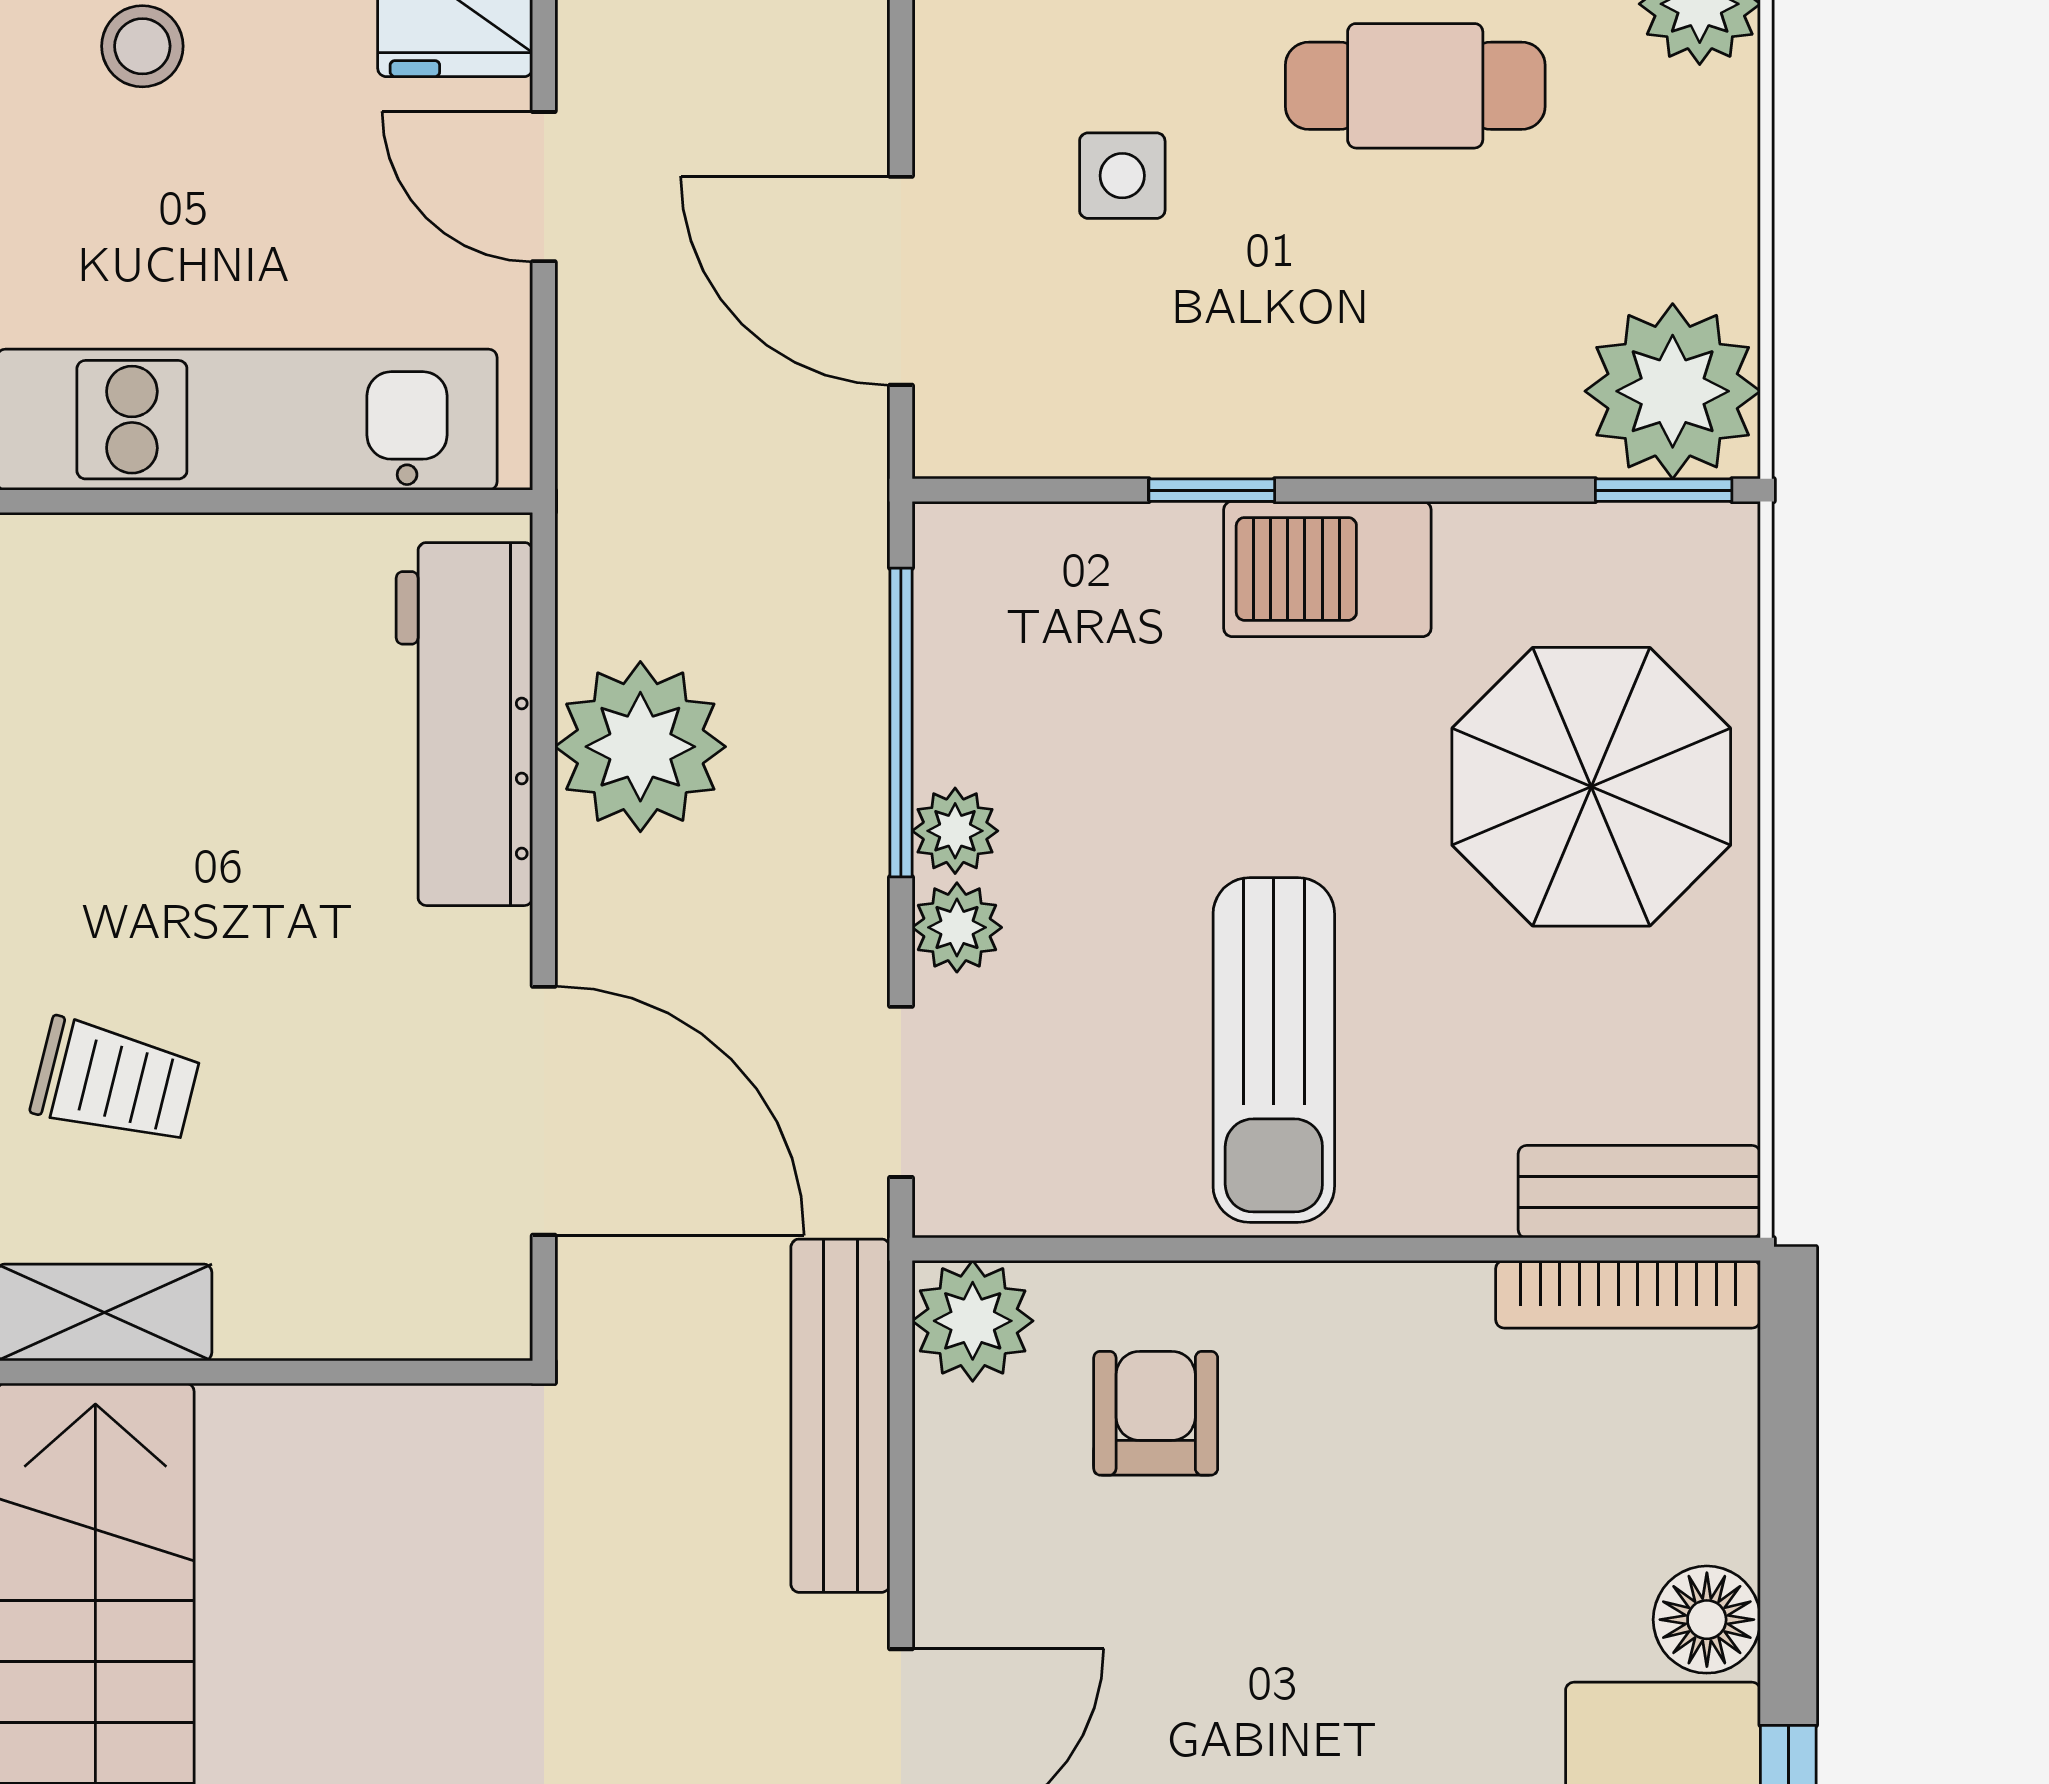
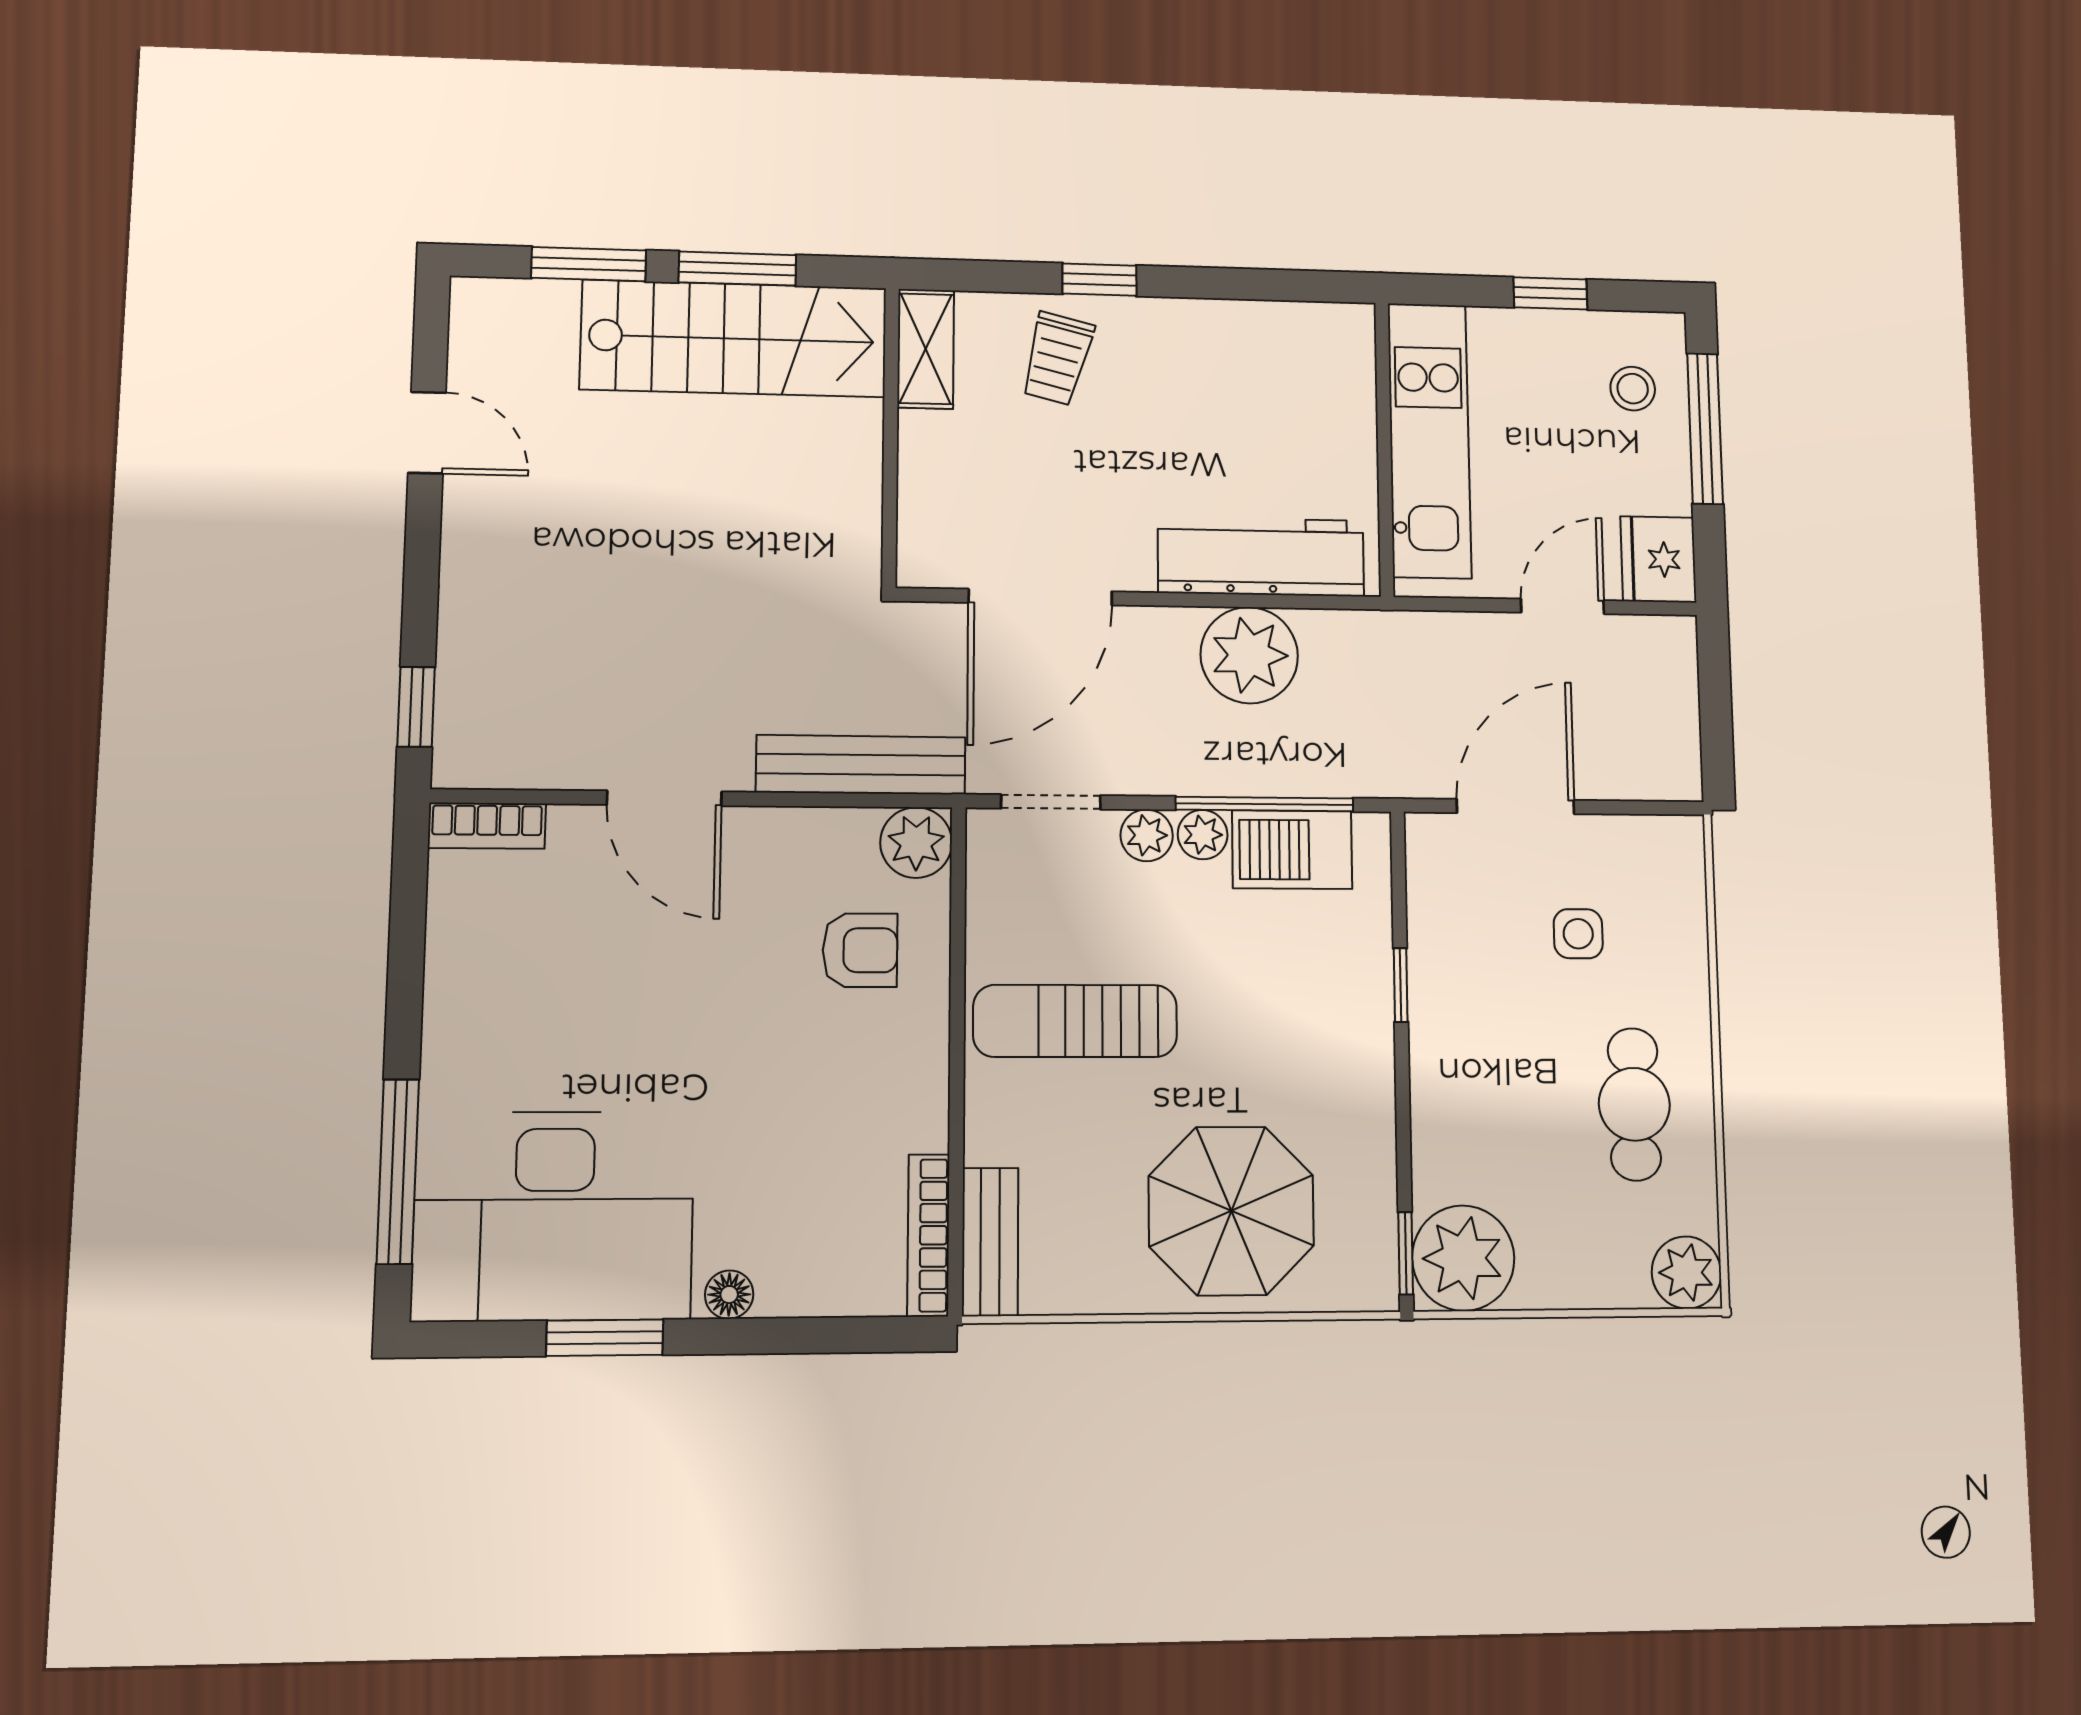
barbecue: (1327, 569) -> (1292, 850), moved, turned -90
floor lamp: (1707, 1620) -> (729, 1295), width x0.73, depth x0.73

